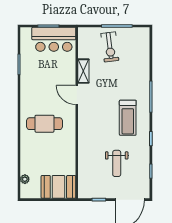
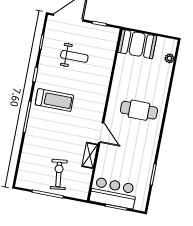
treadmill: (128, 118) -> (54, 100), turned 90
weight bench: (117, 163) -> (74, 56), turned 90

